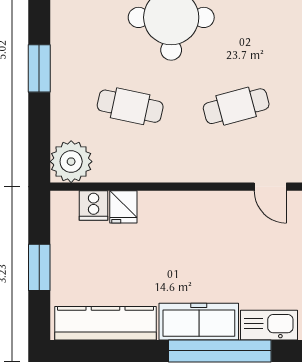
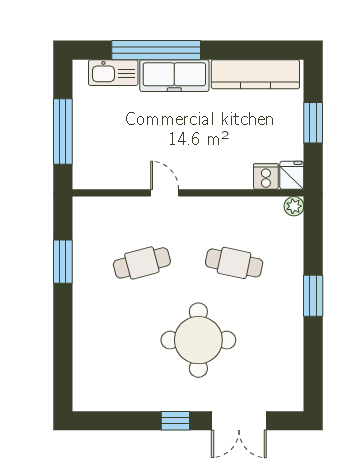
plant: (71, 162) -> (294, 206), width x0.53, depth x0.53
door: (270, 187) -> (165, 193), moved
fridge: (123, 207) -> (292, 175), moved

